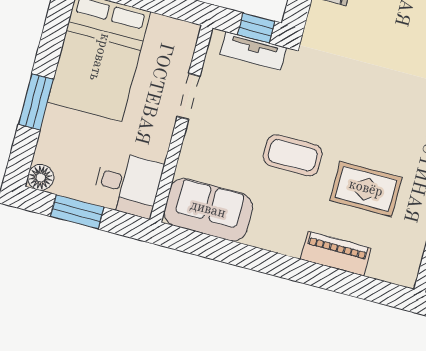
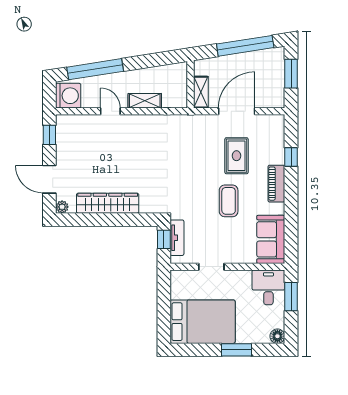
window: (77, 212) -> (291, 297), moved
piano: (336, 254) -> (276, 184), moved
window: (339, 281) -> (291, 157), added

